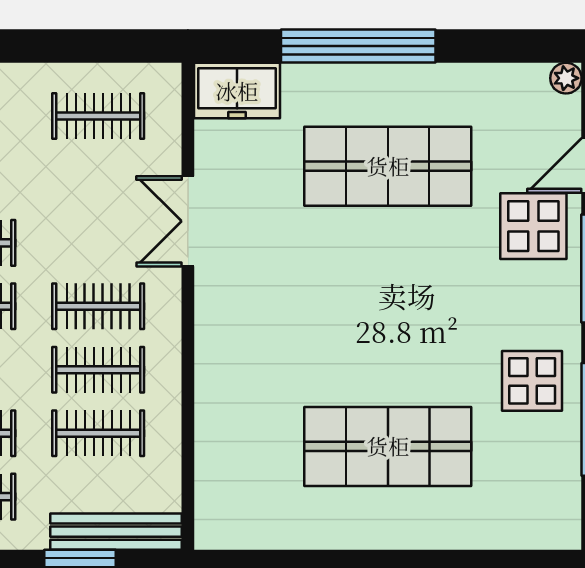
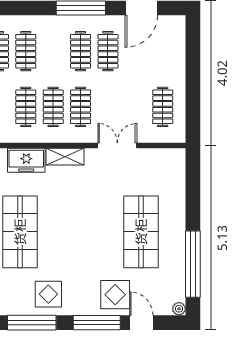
window: (358, 46) -> (193, 264), moved
freezer: (237, 91) -> (26, 160), moved, turned -90
shelving: (214, 342) -> (65, 157), added

